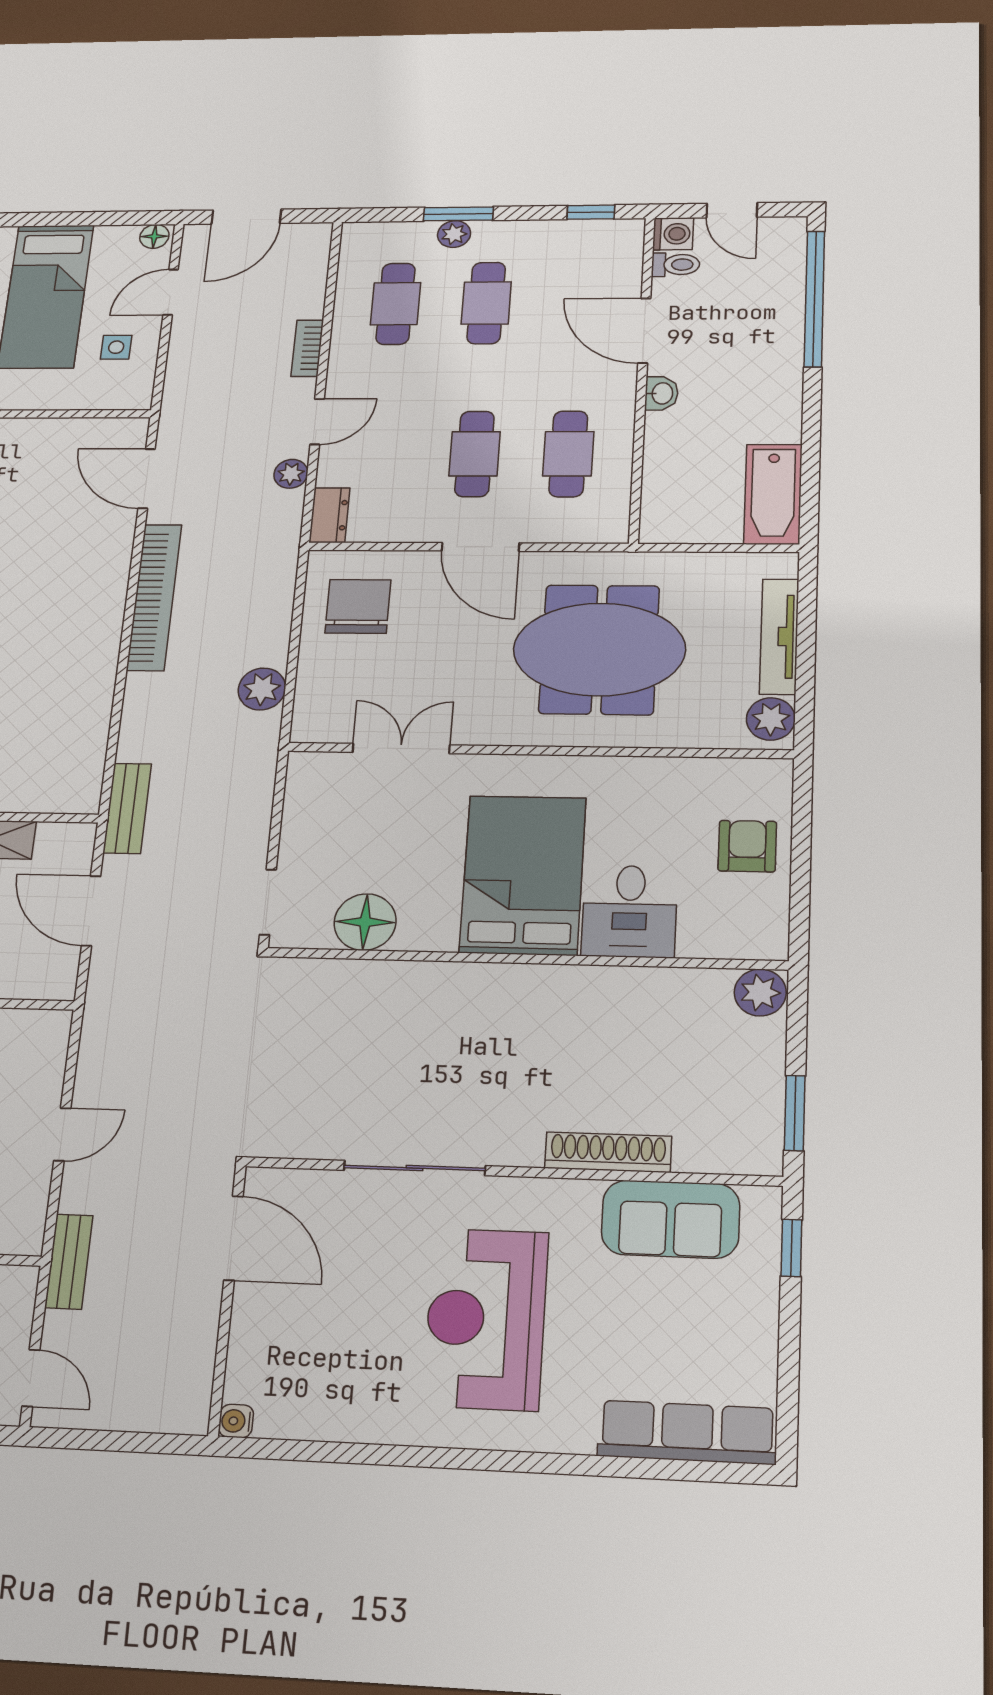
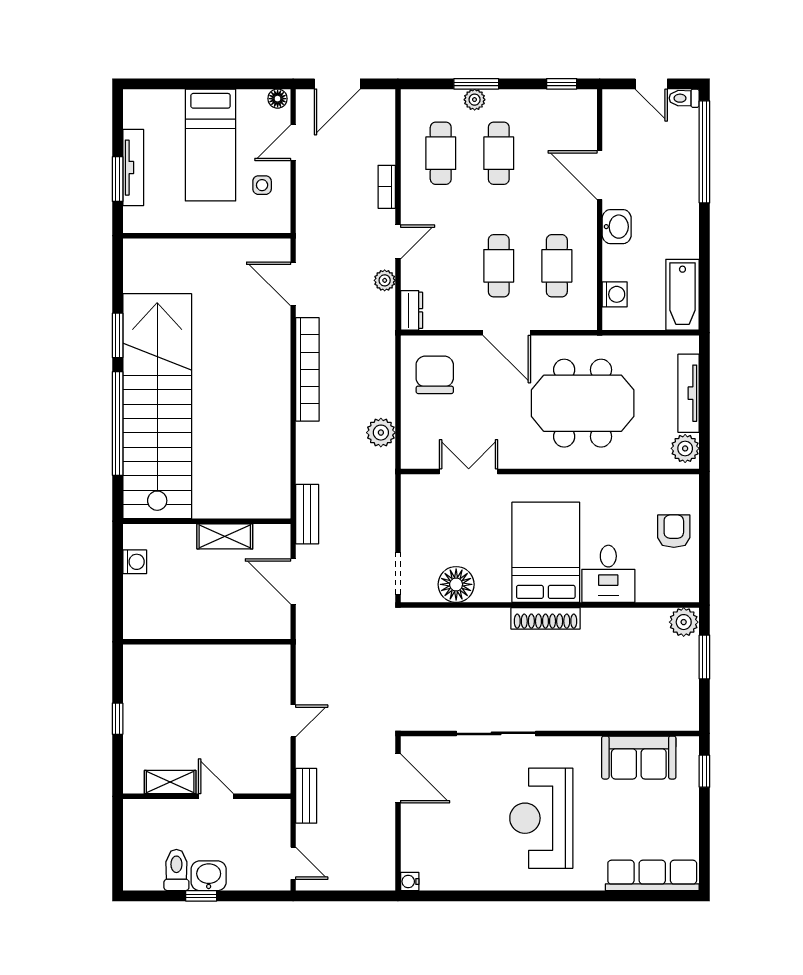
washing machine: (673, 234) -> (615, 294), moved
toilet: (676, 265) -> (684, 98), moved, turned 180
washbasin: (661, 393) -> (617, 227), width x1.38, depth x1.45
window: (795, 1113) -> (704, 657), moved
shoe rack: (608, 1152) -> (545, 618), moved, turned 180

